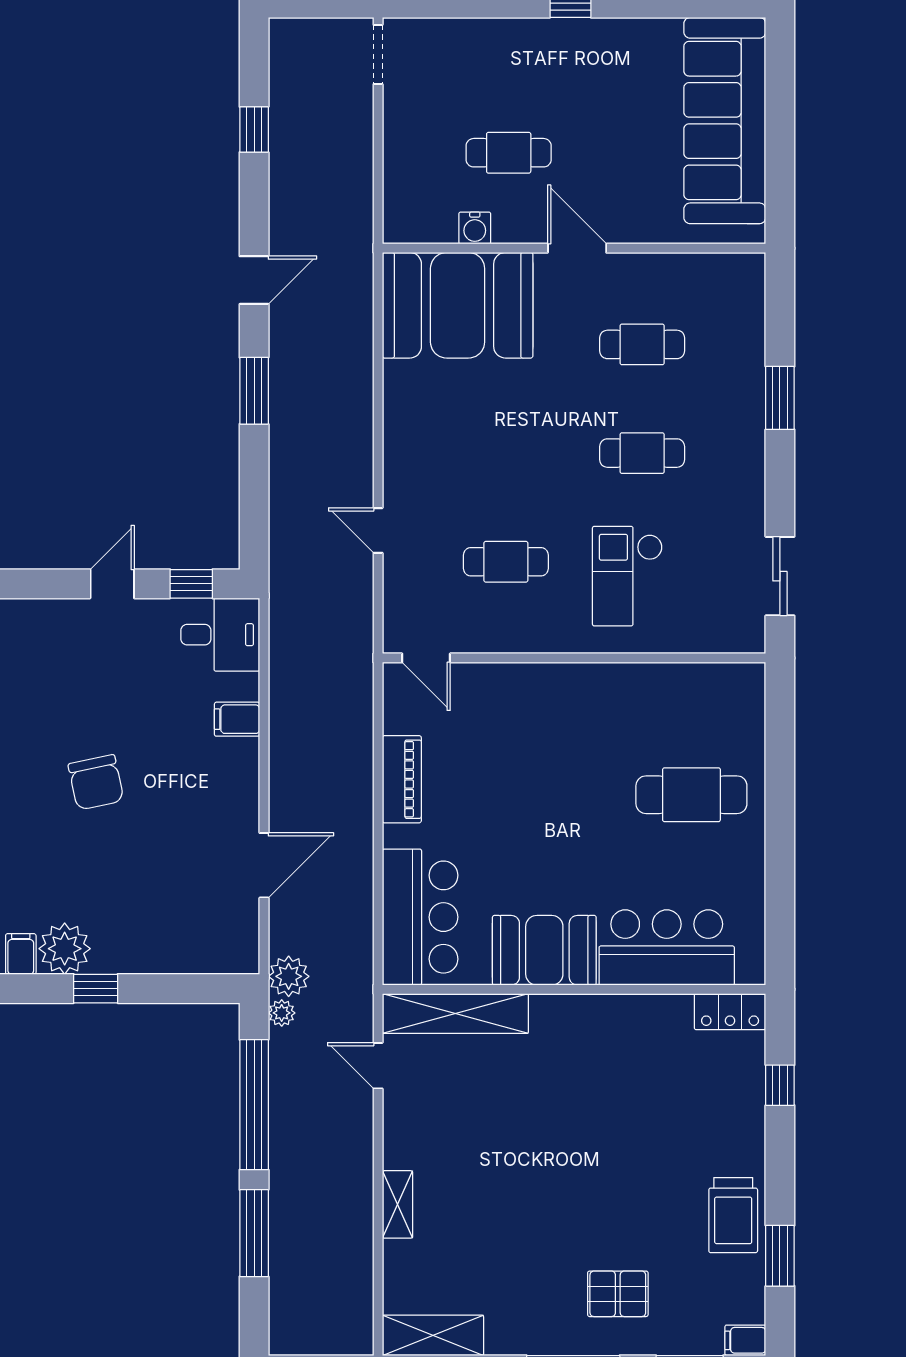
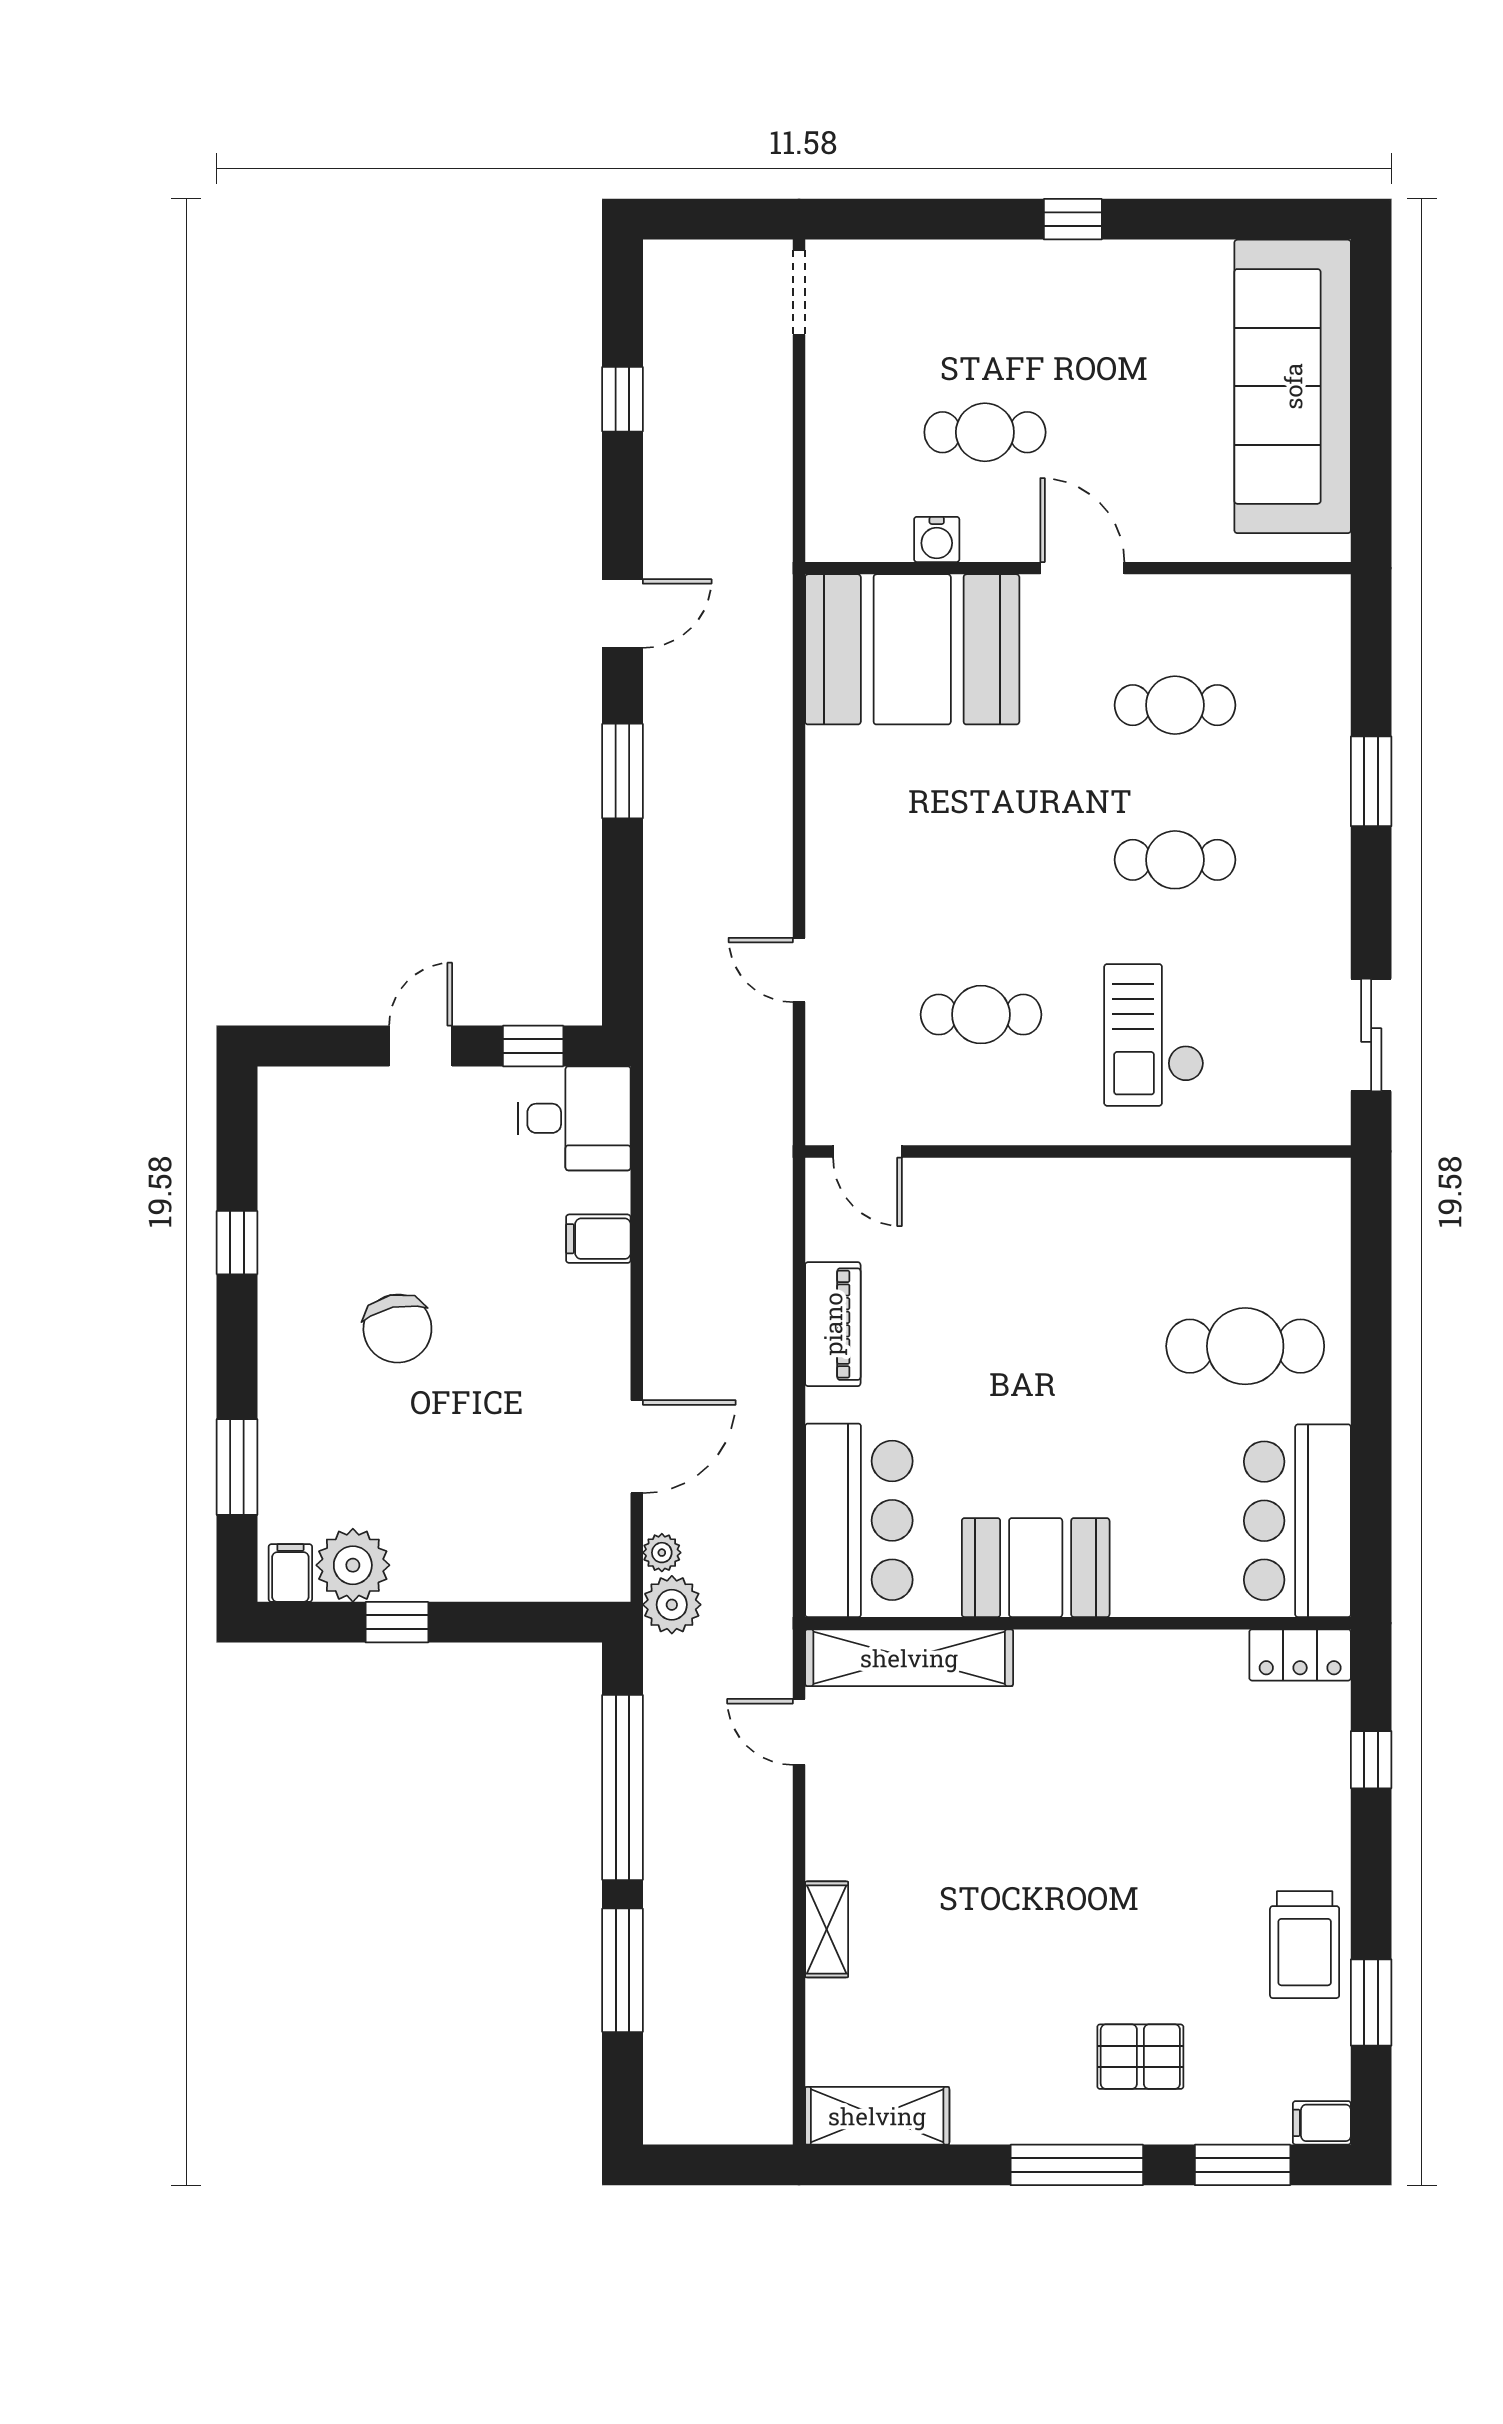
bar counter: (667, 947) -> (1297, 1521), moved, turned -90
plant: (282, 1013) -> (662, 1553), moved

